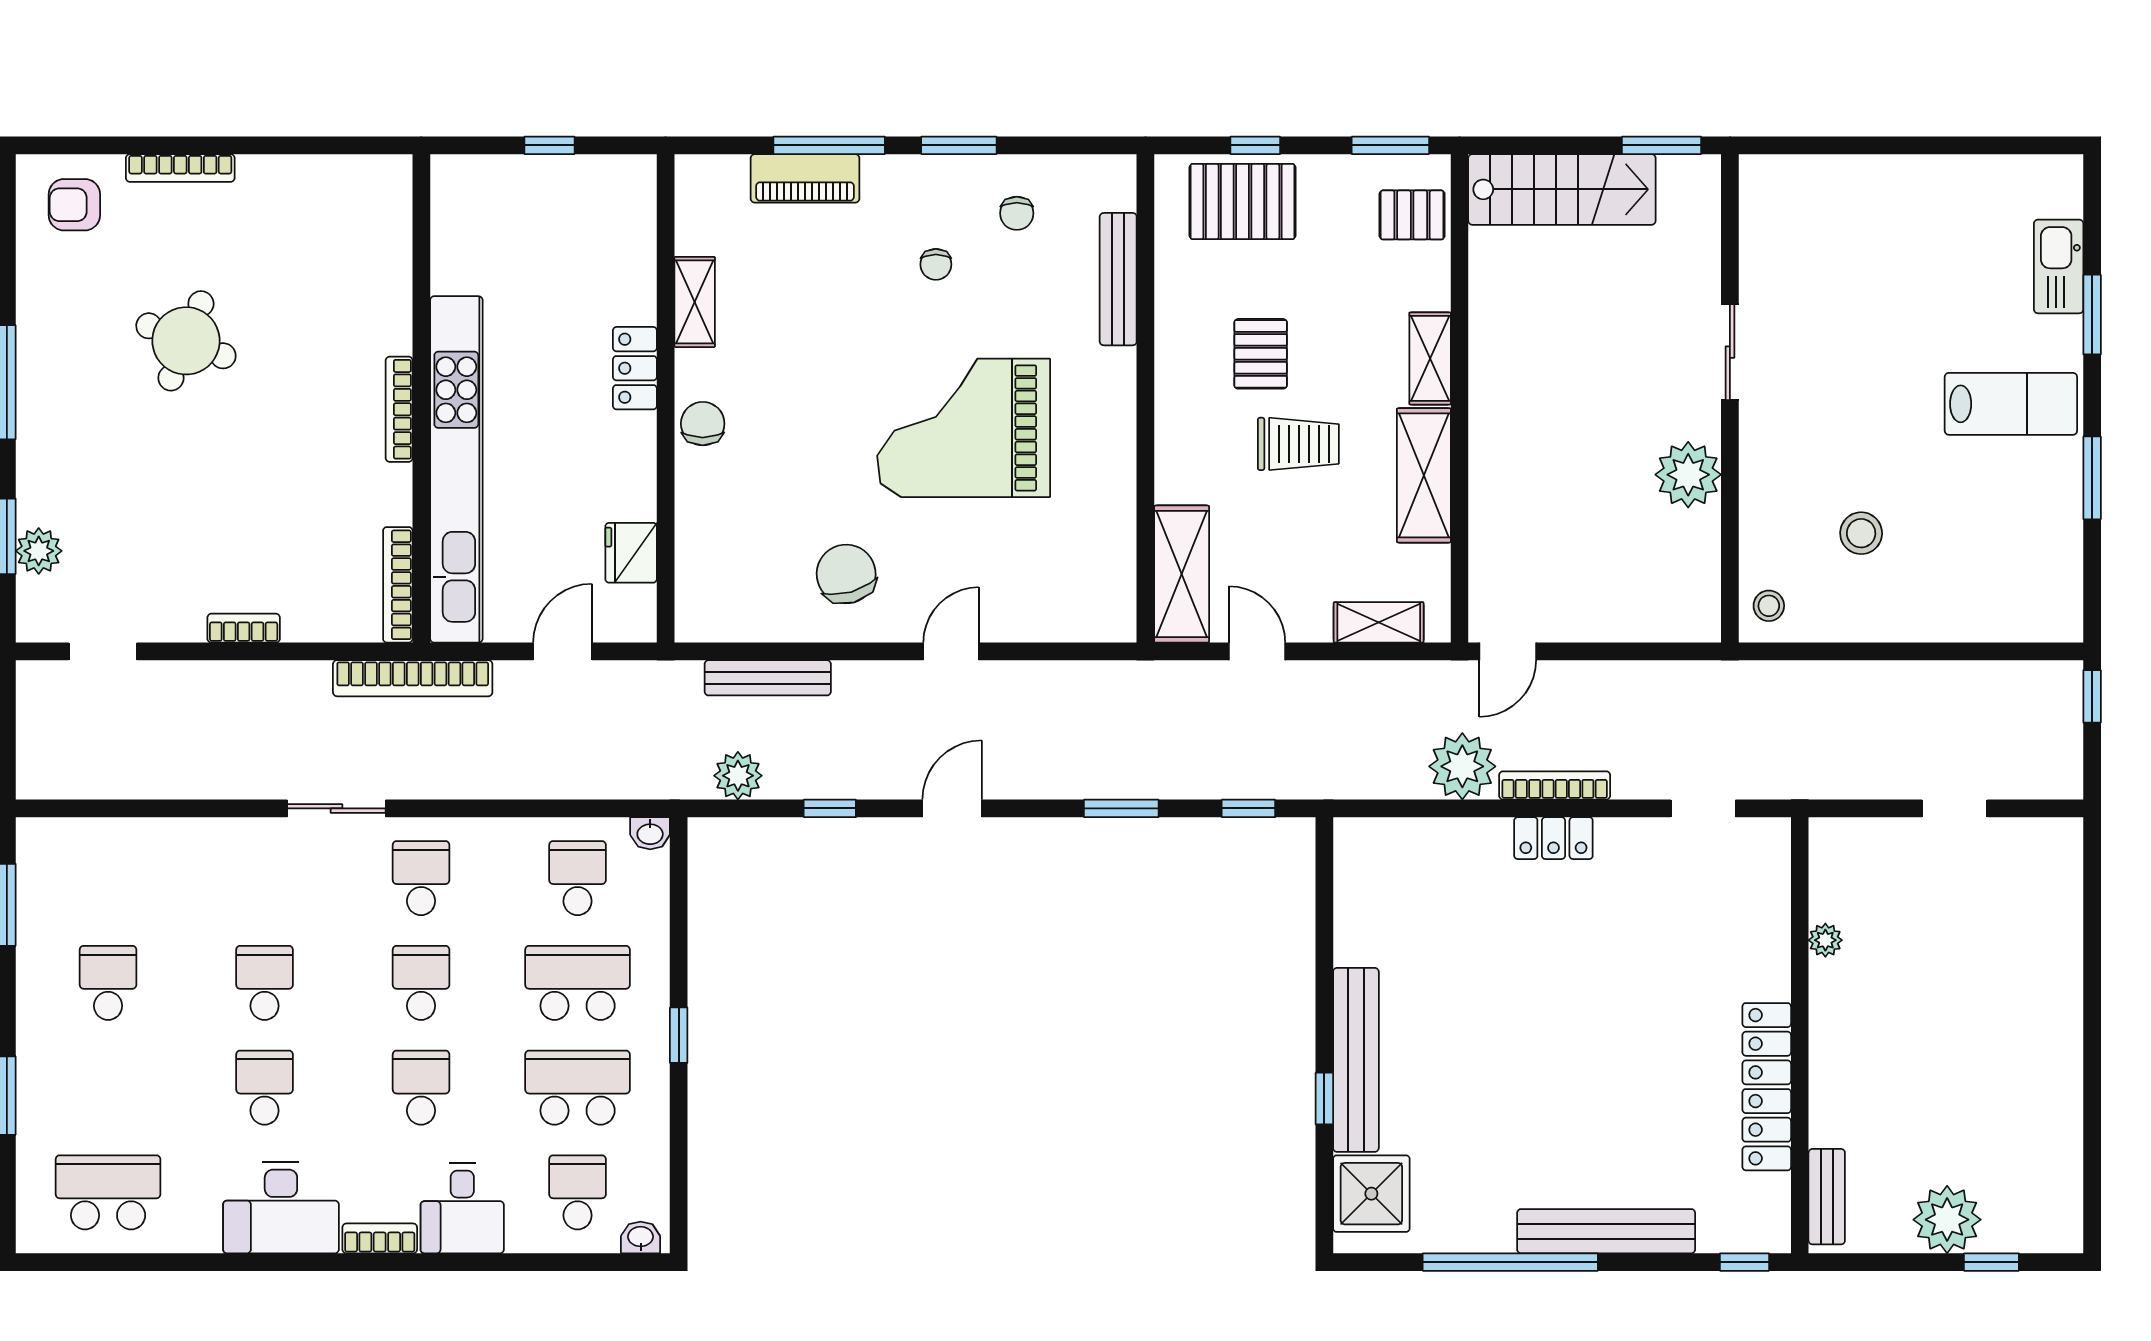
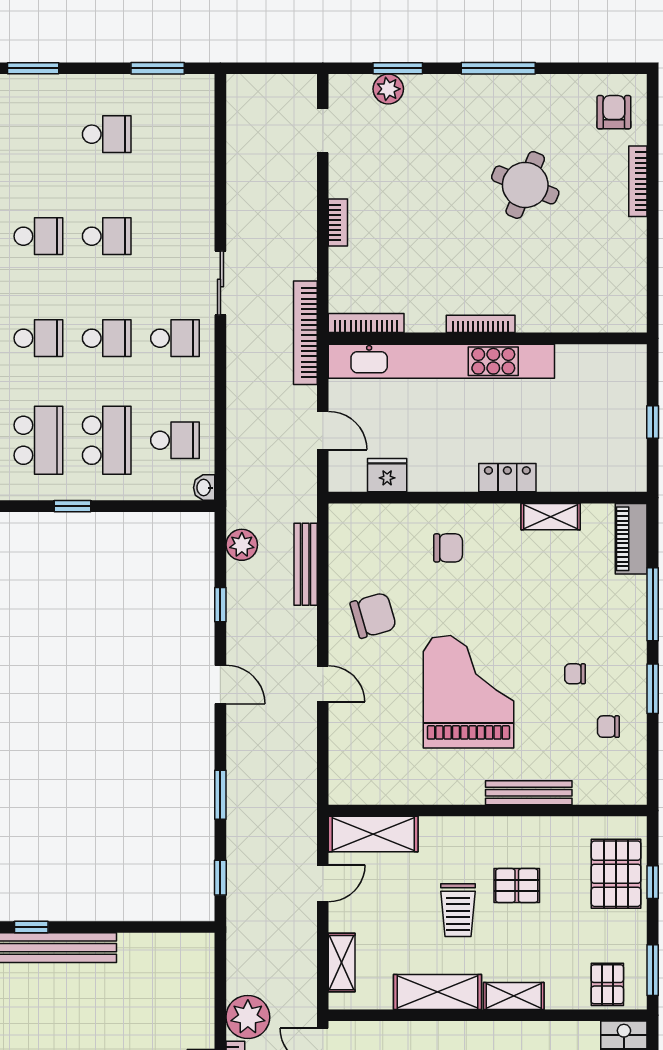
piano: (805, 178) -> (631, 539), moved
bench: (1118, 279) -> (529, 793), moved
chair: (703, 424) -> (448, 548), moved

